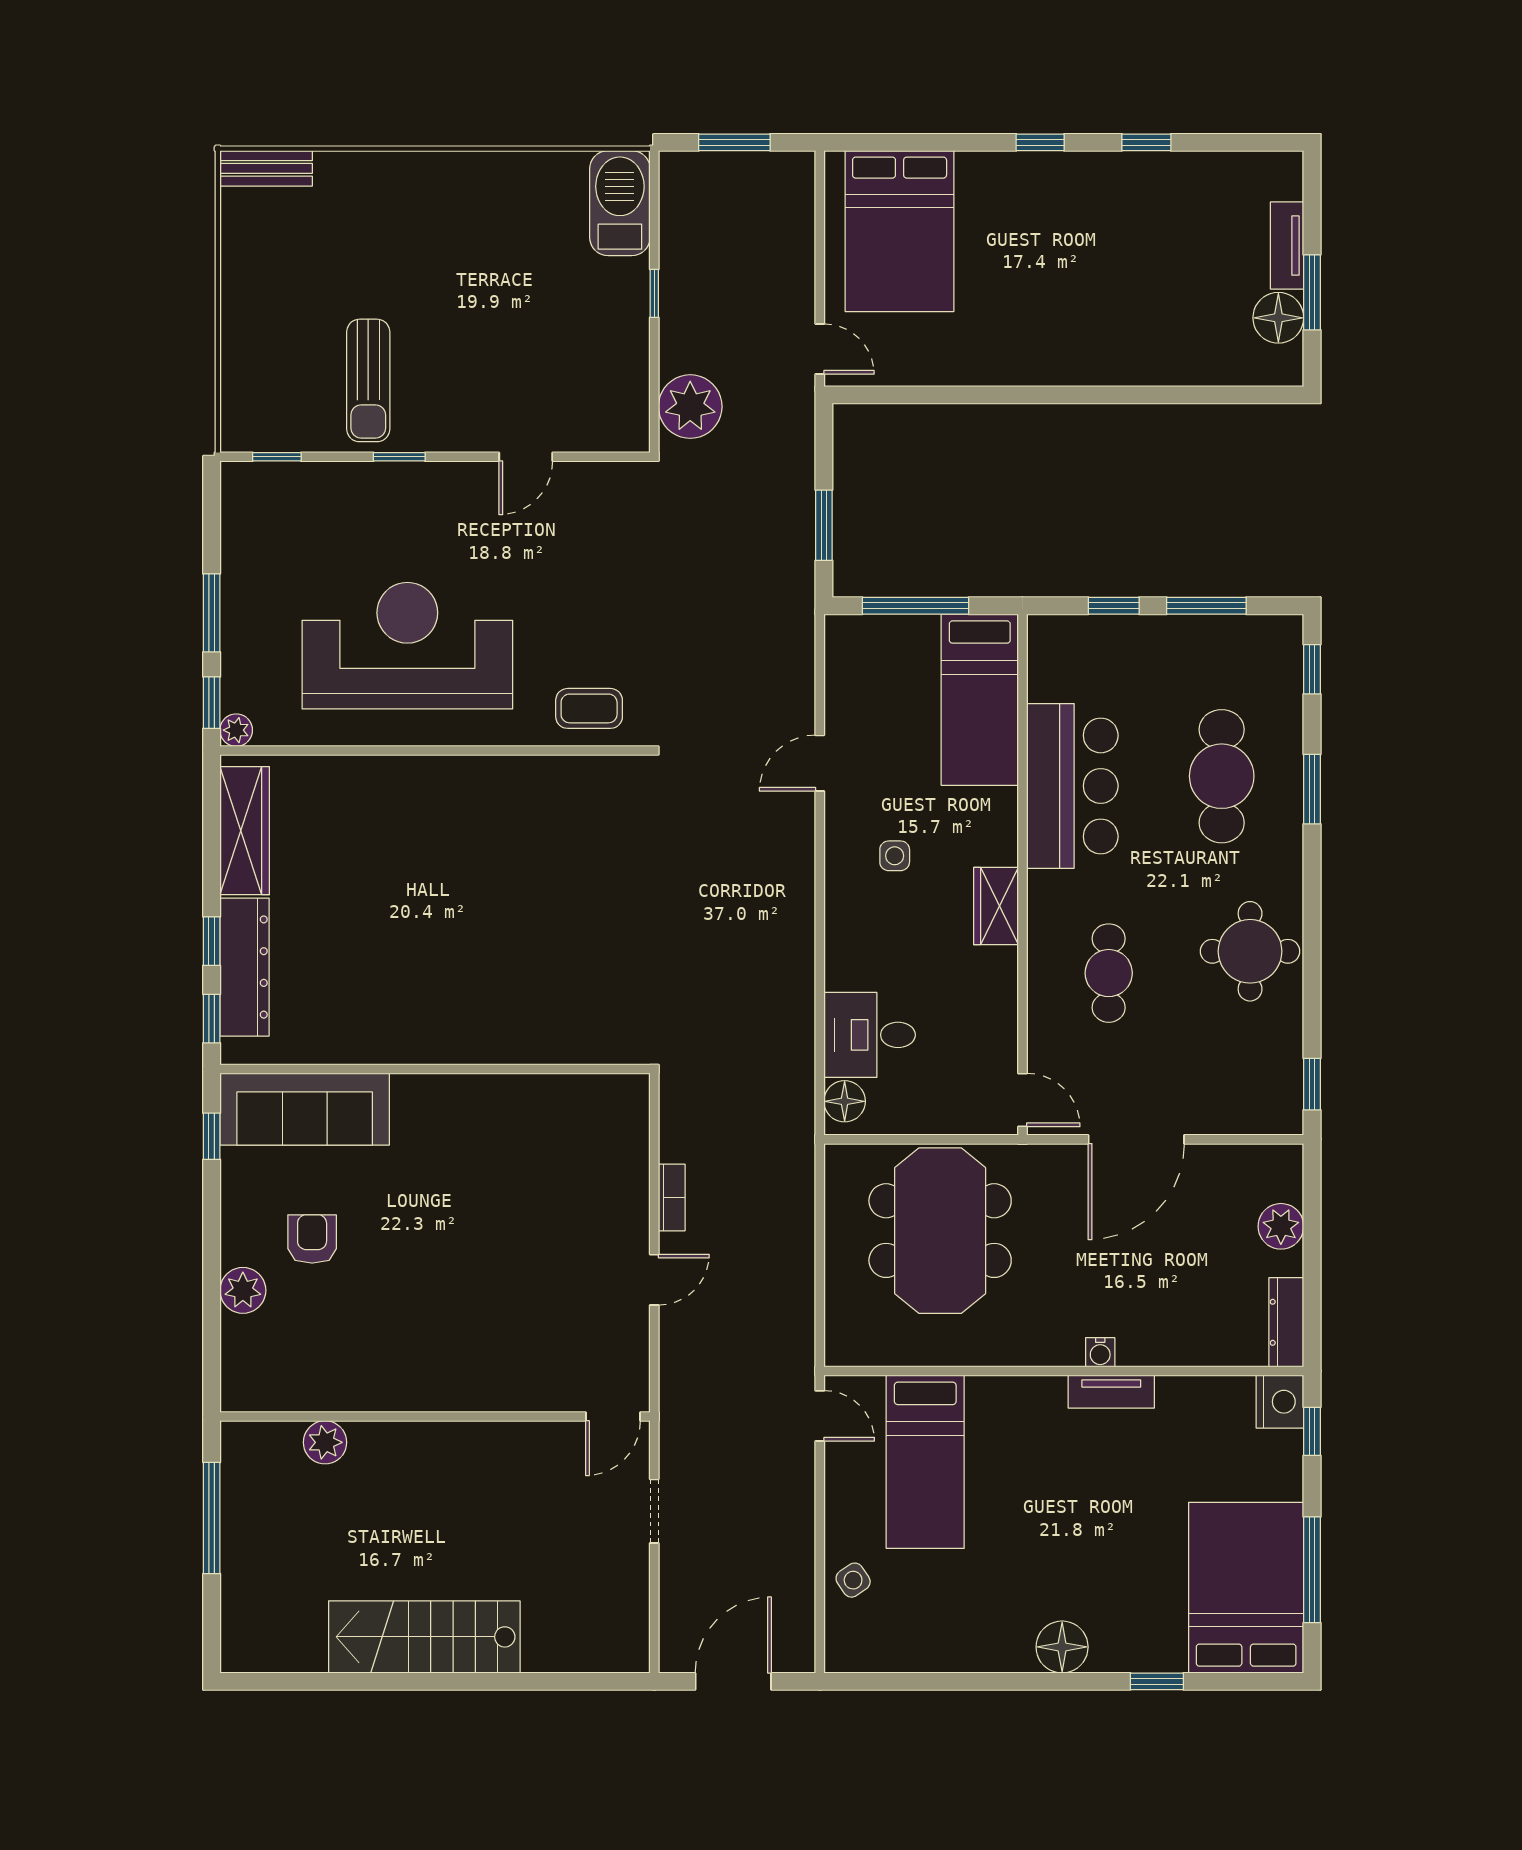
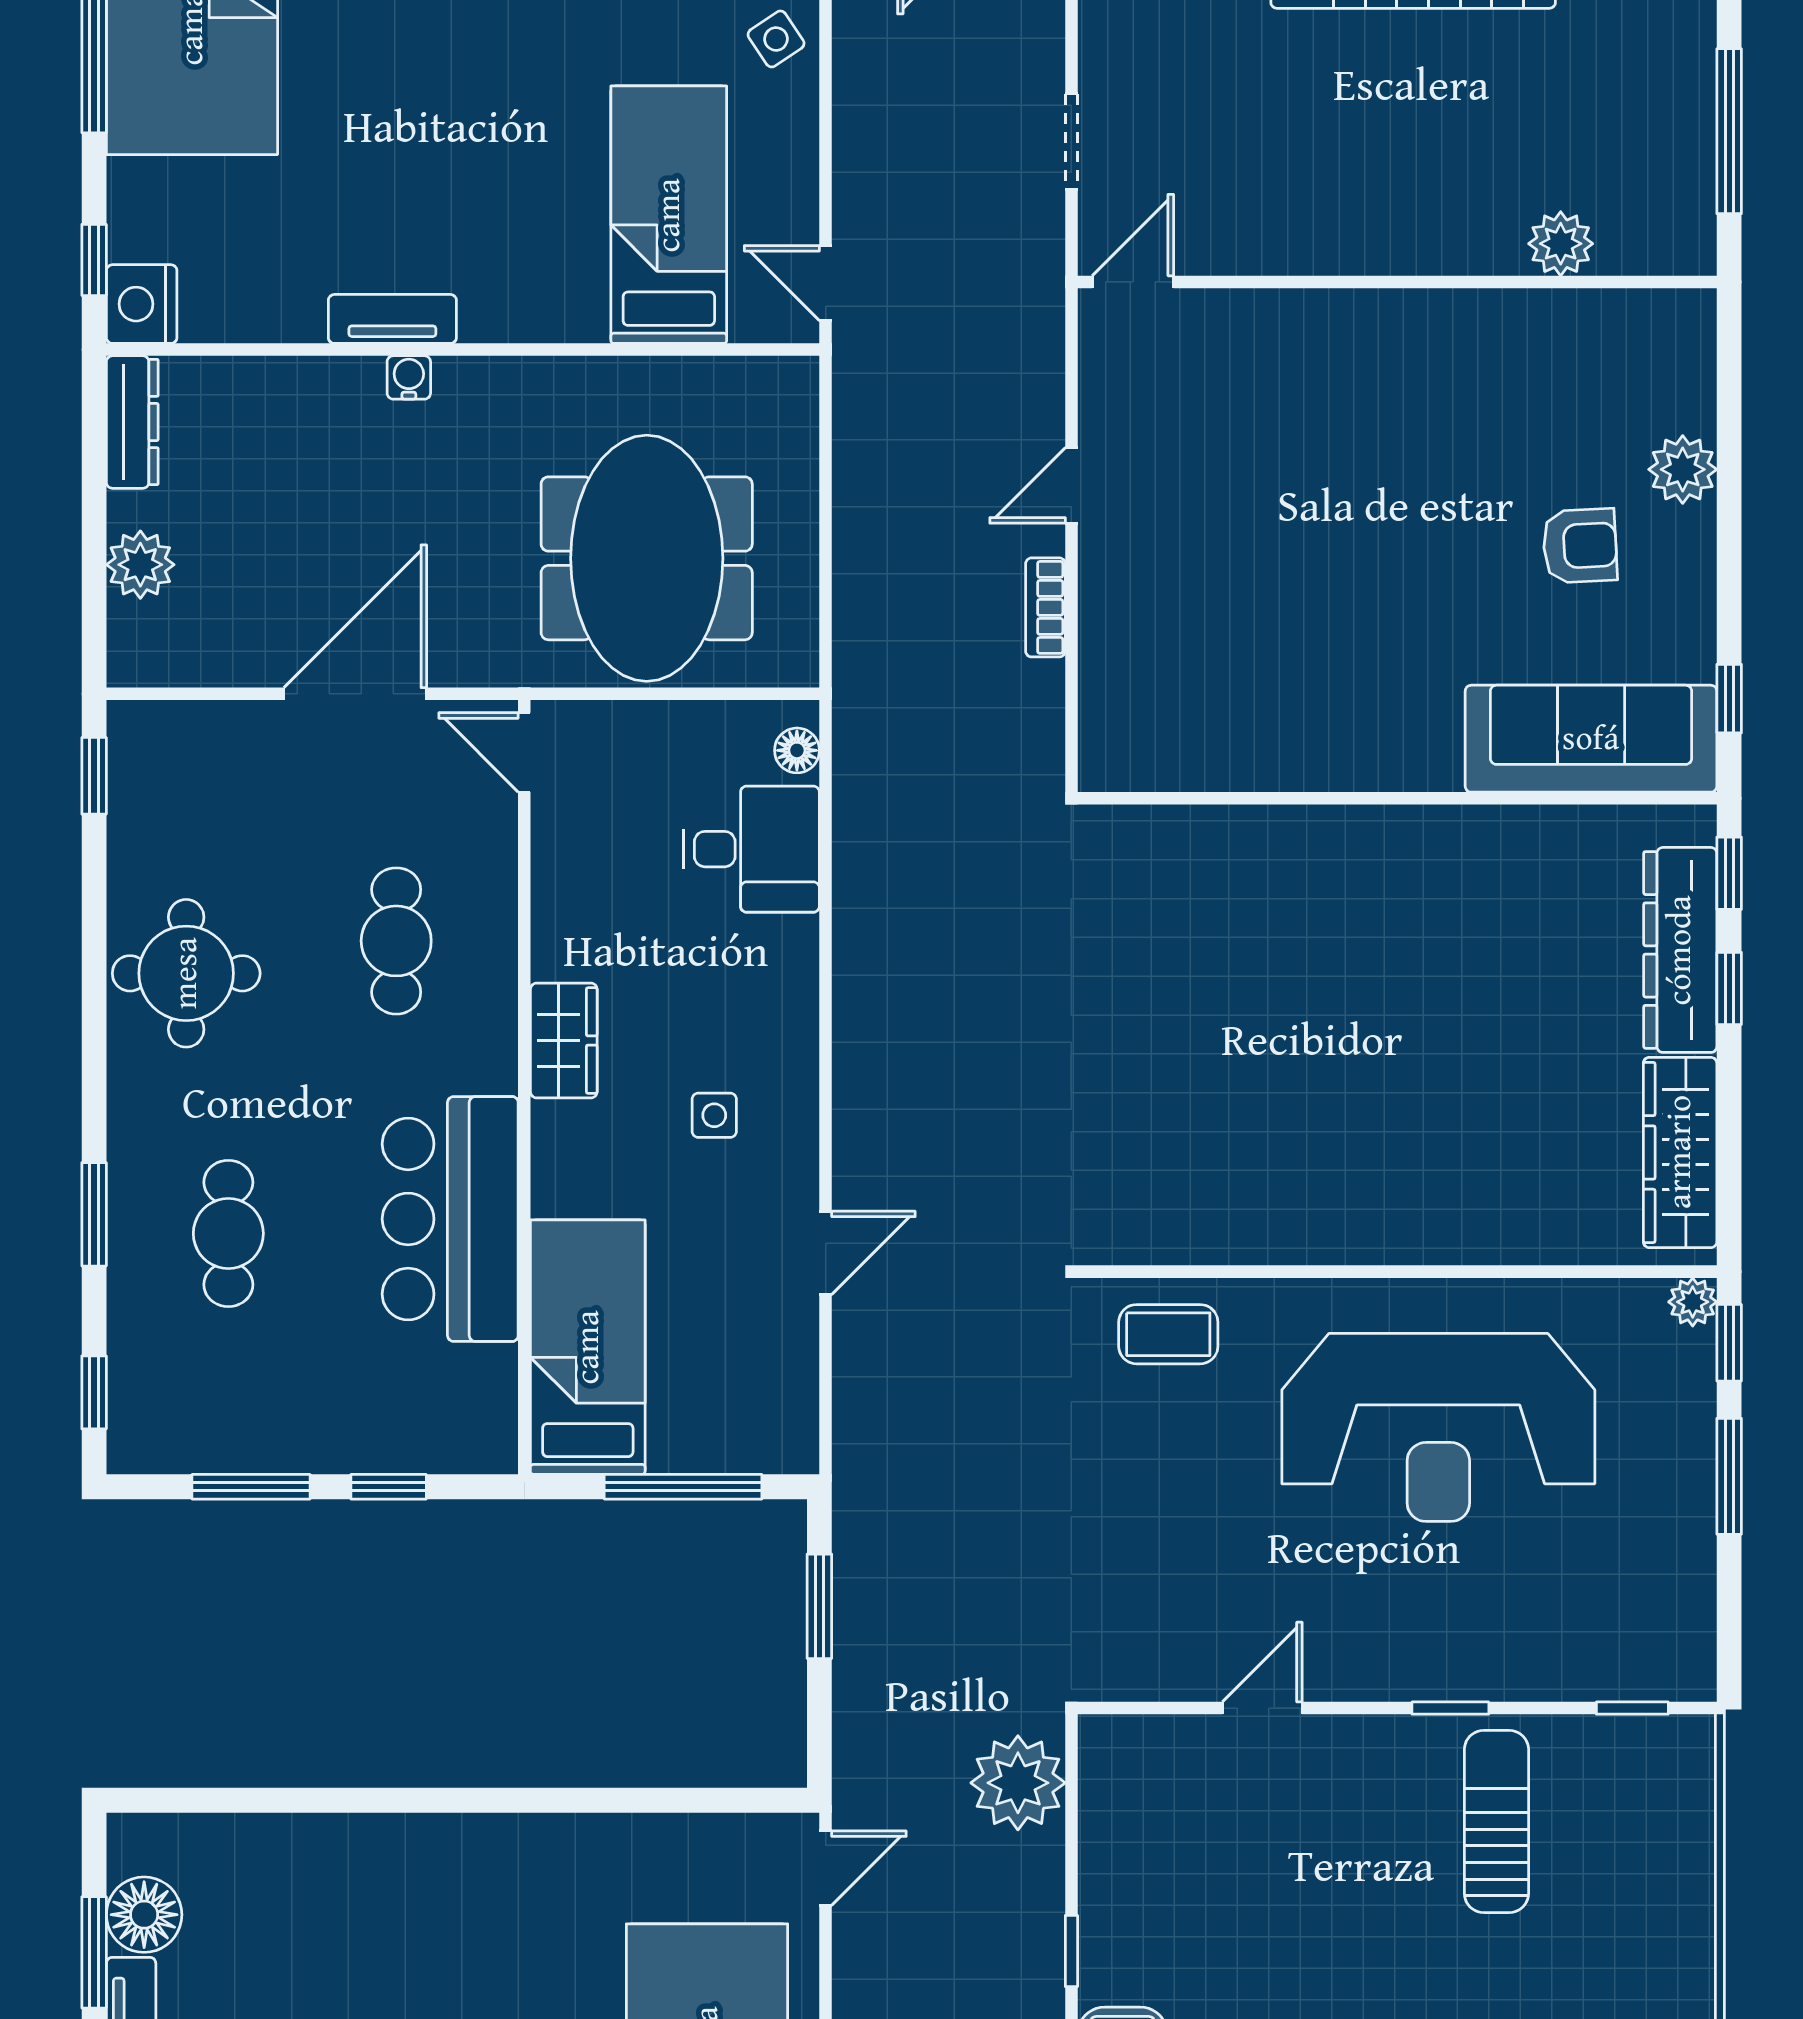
door: (820, 349) -> (826, 1868), swing flipped
cafe table: (1222, 776) -> (228, 1233), width x0.73, depth x0.74
floor lamp: (845, 1101) -> (797, 750), width x0.73, depth x0.73
armchair: (312, 1239) -> (1580, 546), turned -93

